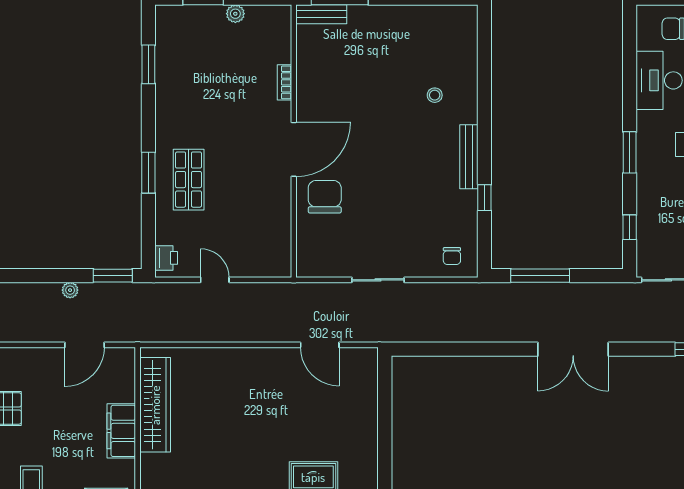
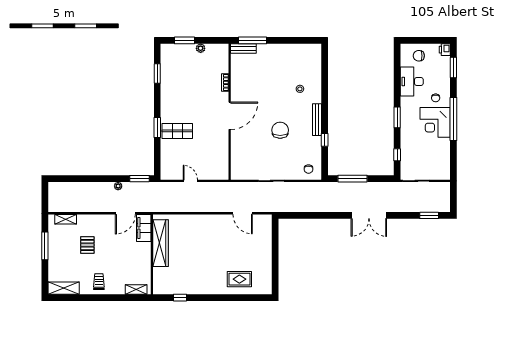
shop shelf: (189, 180) -> (177, 131), turned 90
chair: (325, 197) -> (280, 130), moved
printer: (166, 258) -> (166, 170), removed
filing cabinet: (121, 431) -> (144, 228), moved

